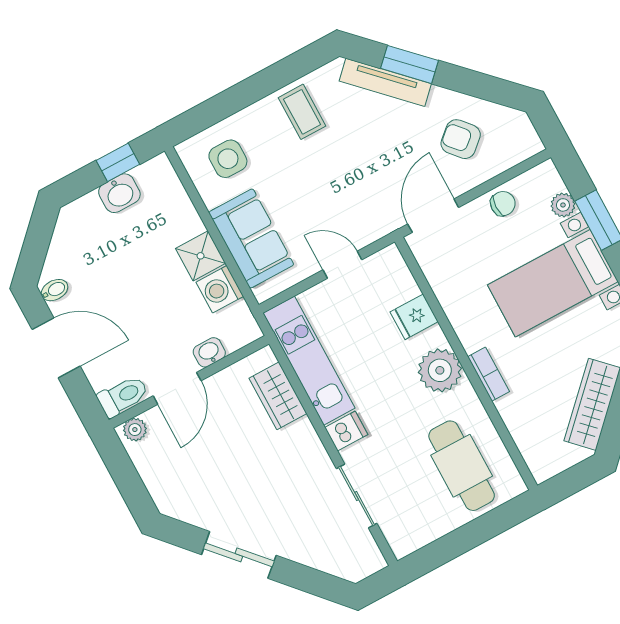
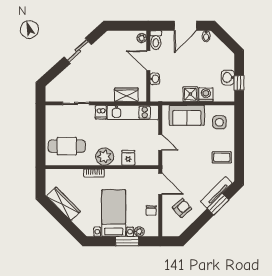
door: (342, 265) -> (160, 142), hinge flipped
washing machine: (220, 289) -> (206, 95), moved

